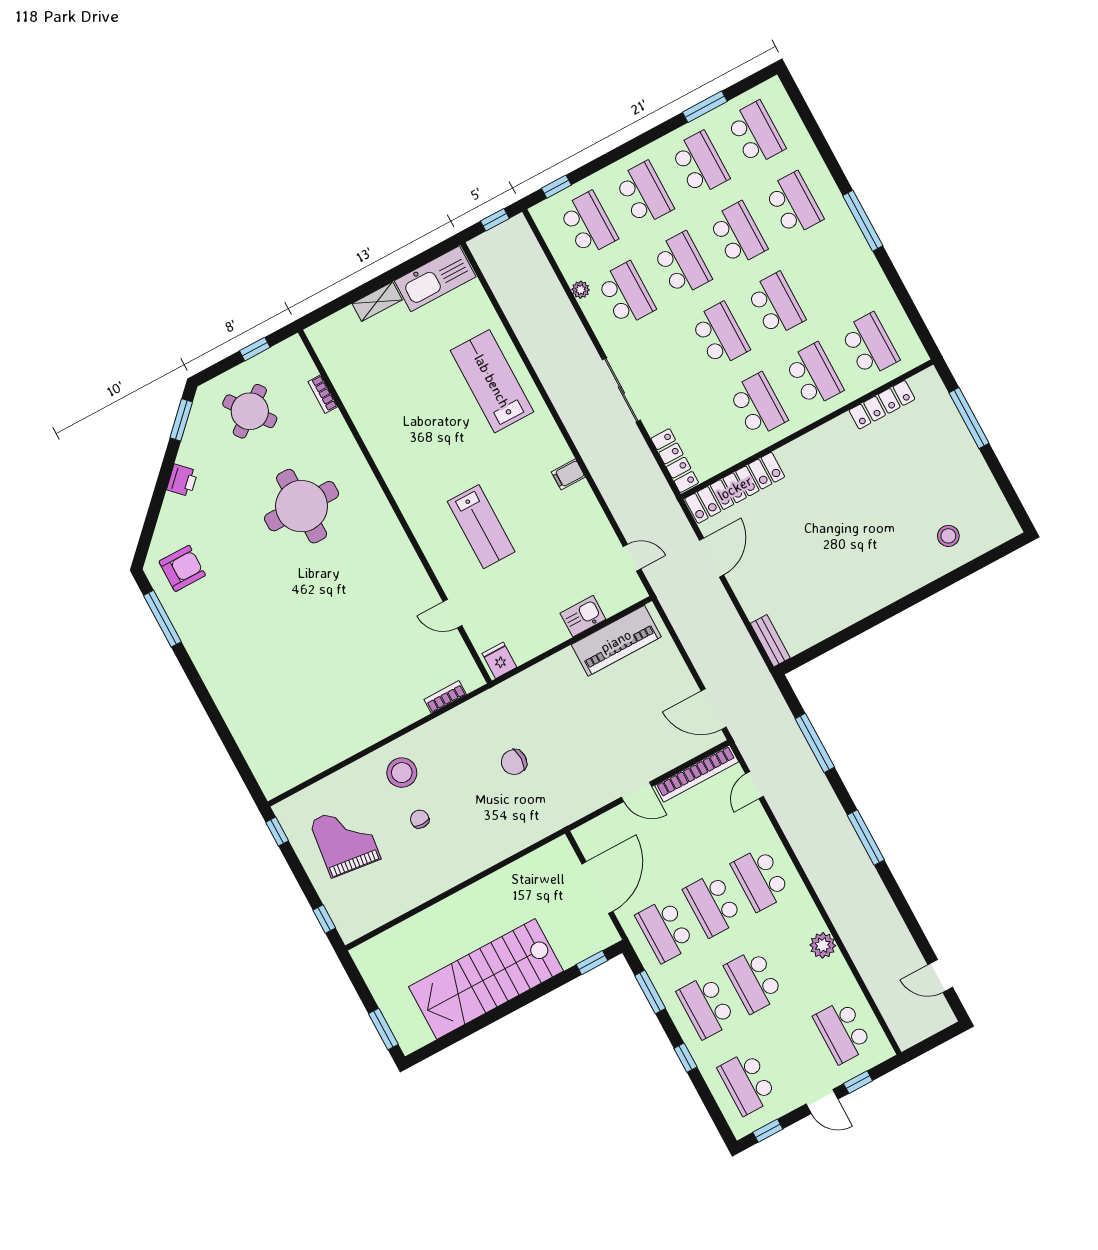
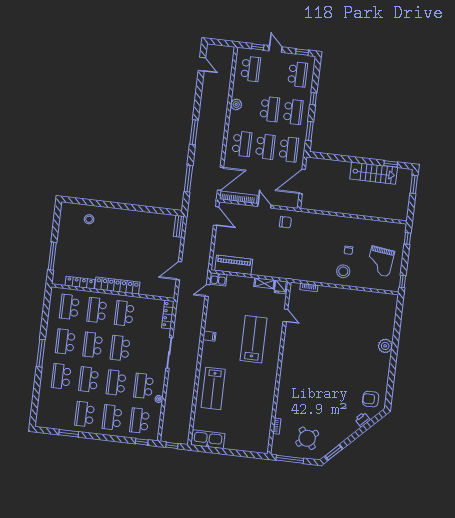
school desk: (756, 133) -> (65, 342), moved
shelving: (377, 302) -> (264, 283), moved
window: (255, 349) -> (290, 459), width x2.17
printer: (182, 480) -> (362, 420), moved
locker: (735, 488) -> (117, 286), moved
round table: (302, 506) -> (312, 391), removed
lab bench: (481, 527) -> (253, 339), width x1.36, depth x1.39
door: (632, 558) -> (207, 290), hinge flipped
kitchen sink: (583, 616) -> (218, 279), moved
window: (162, 619) -> (390, 386), removed
plant: (225, 688) -> (385, 346), added
chair: (514, 762) -> (285, 222), moved
door: (754, 785) -> (220, 179), width x1.88
window: (592, 963) -> (391, 164), moved
stairs: (486, 979) -> (374, 173), width x0.73, depth x0.66

